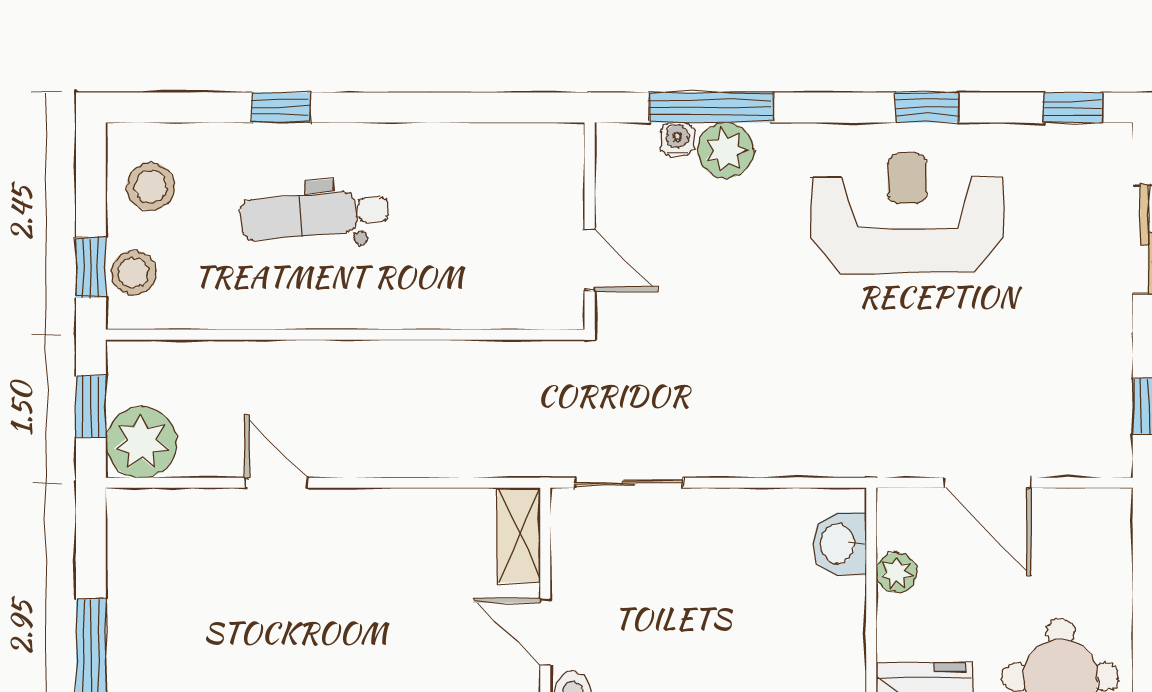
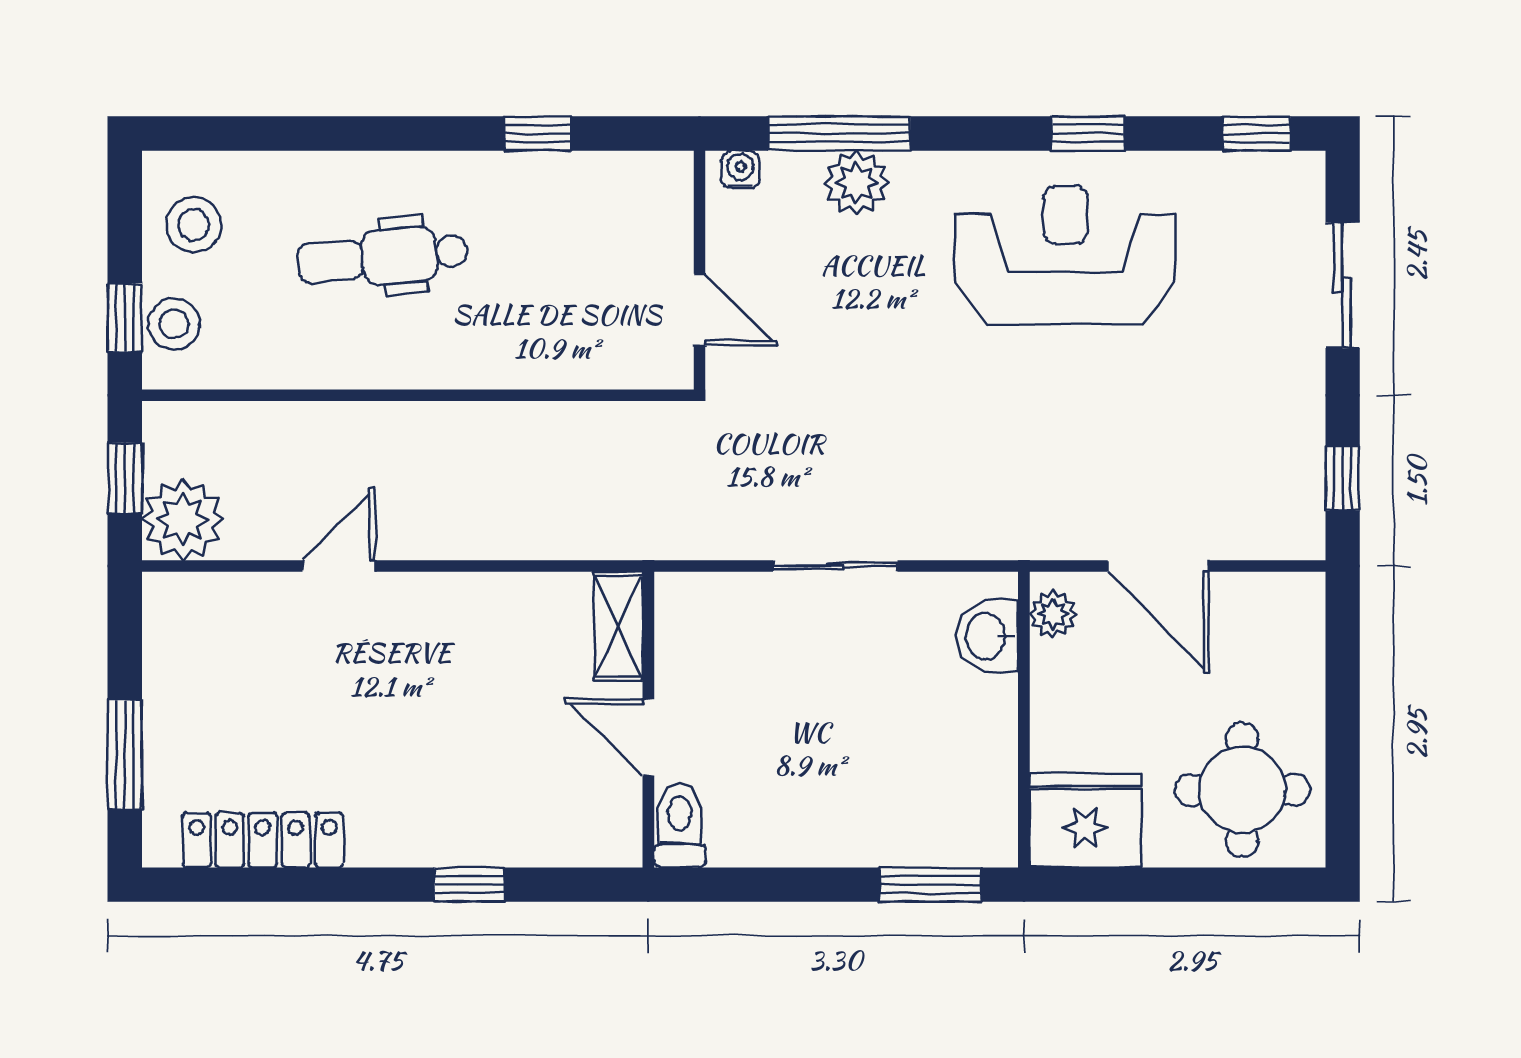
window: (281, 107) -> (538, 134), moved
water cooler: (677, 139) -> (740, 170), moved
door: (276, 483) -> (339, 566), hinge flipped
sliding door: (629, 483) -> (835, 566), moved
plant: (896, 573) -> (1053, 614), moved

